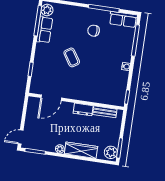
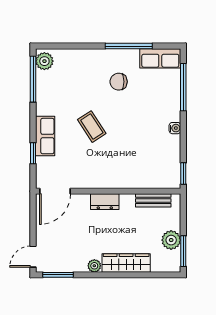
row of seats: (45, 30) -> (45, 136), moved
door: (51, 98) -> (55, 191), moved
dresser: (83, 109) -> (105, 202), moved
plant: (111, 152) -> (171, 240), moved

